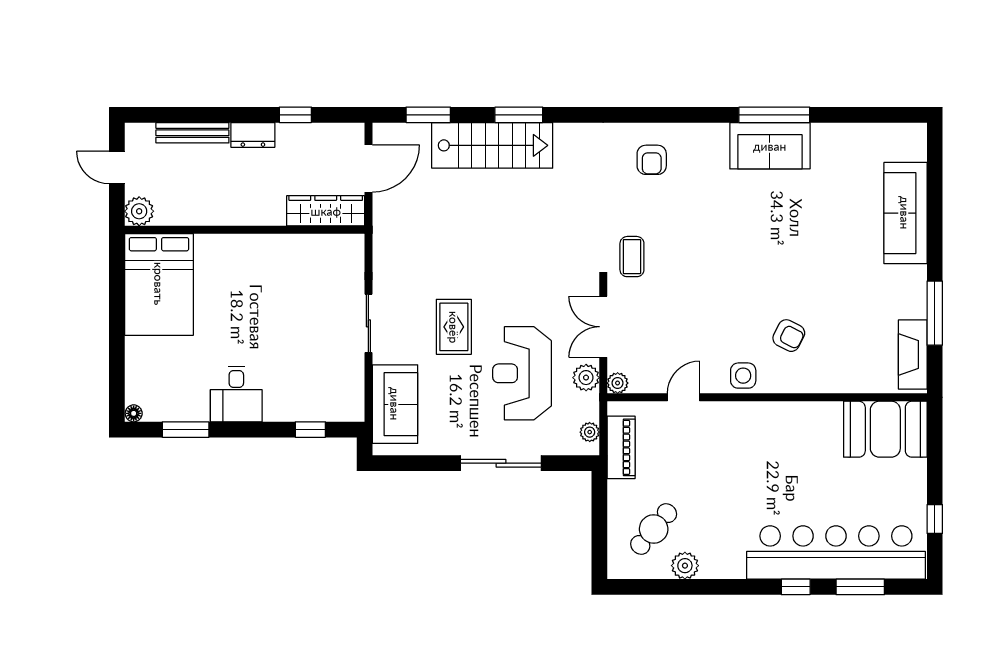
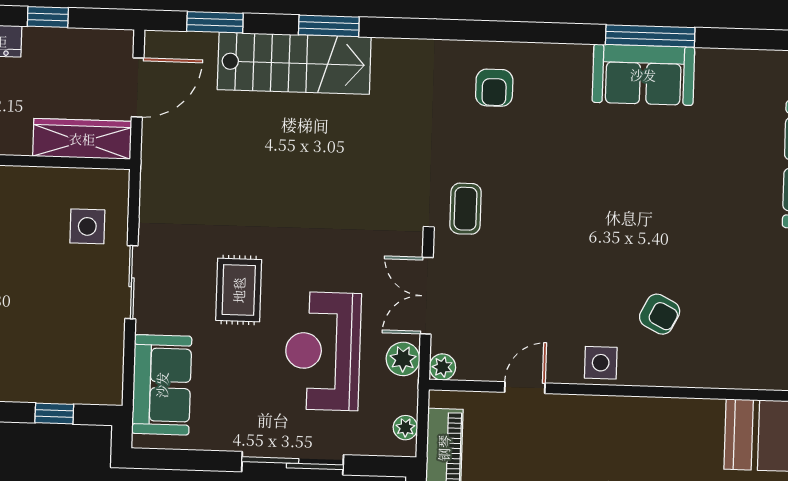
side table: (332, 280) -> (87, 226), added

